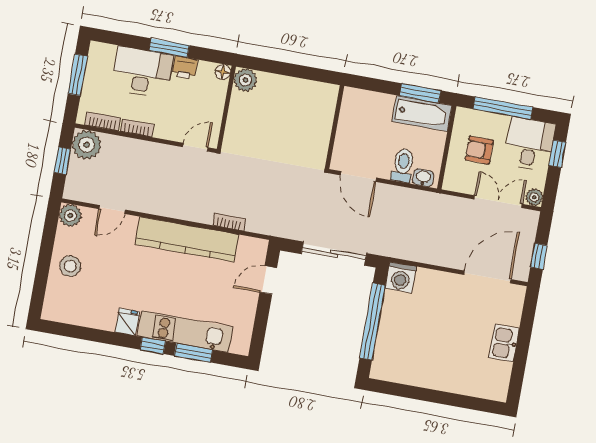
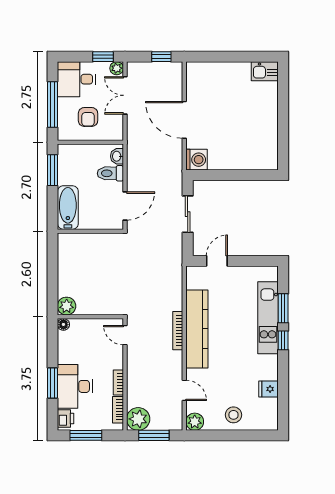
window: (169, 48) -> (53, 383), moved
printer: (185, 68) -> (66, 419), moved
bathtub: (422, 113) -> (68, 208), moved
window: (557, 154) -> (103, 57), moved
window: (62, 161) -> (154, 435), width x1.50
bookcase: (229, 222) -> (178, 331), moved, width x1.56
sliding door: (334, 254) -> (188, 214), width x0.73
door: (487, 277) -> (184, 120), moved
door: (268, 280) -> (217, 261), swing flipped
fridge: (127, 322) -> (269, 389), moved
window: (372, 322) -> (234, 175), removed
kitchen sink: (504, 343) -> (265, 71), moved

